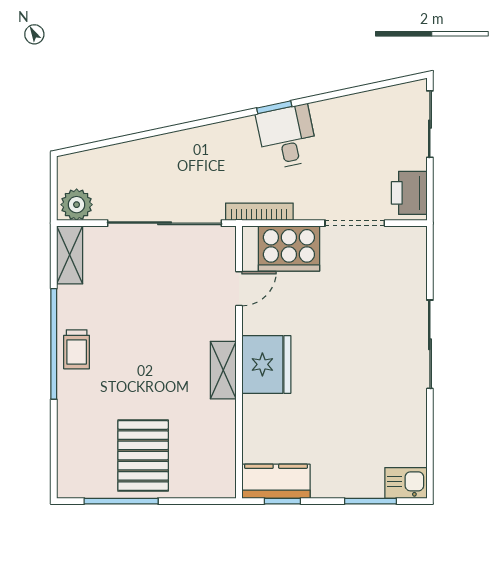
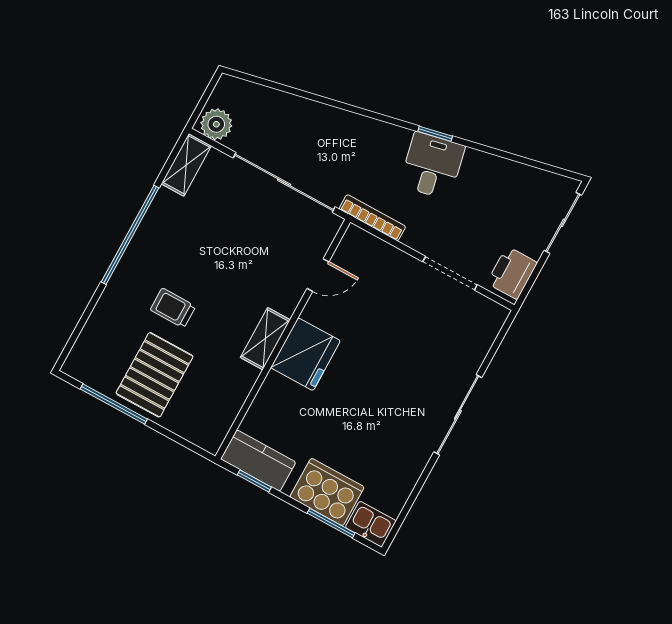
cooker: (289, 249) -> (327, 492), moved, turned 180
trolley: (77, 349) -> (173, 308), moved, turned 90

